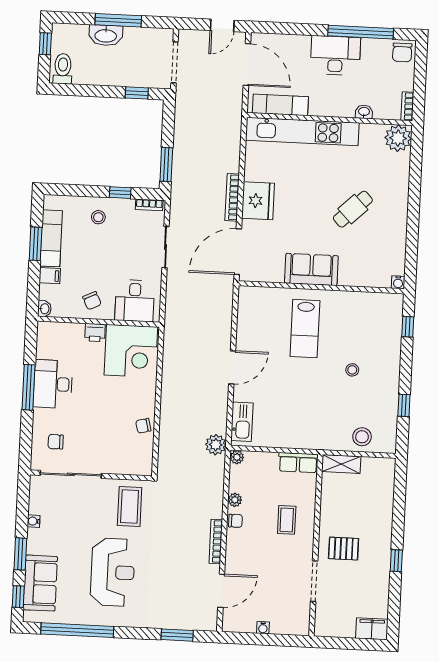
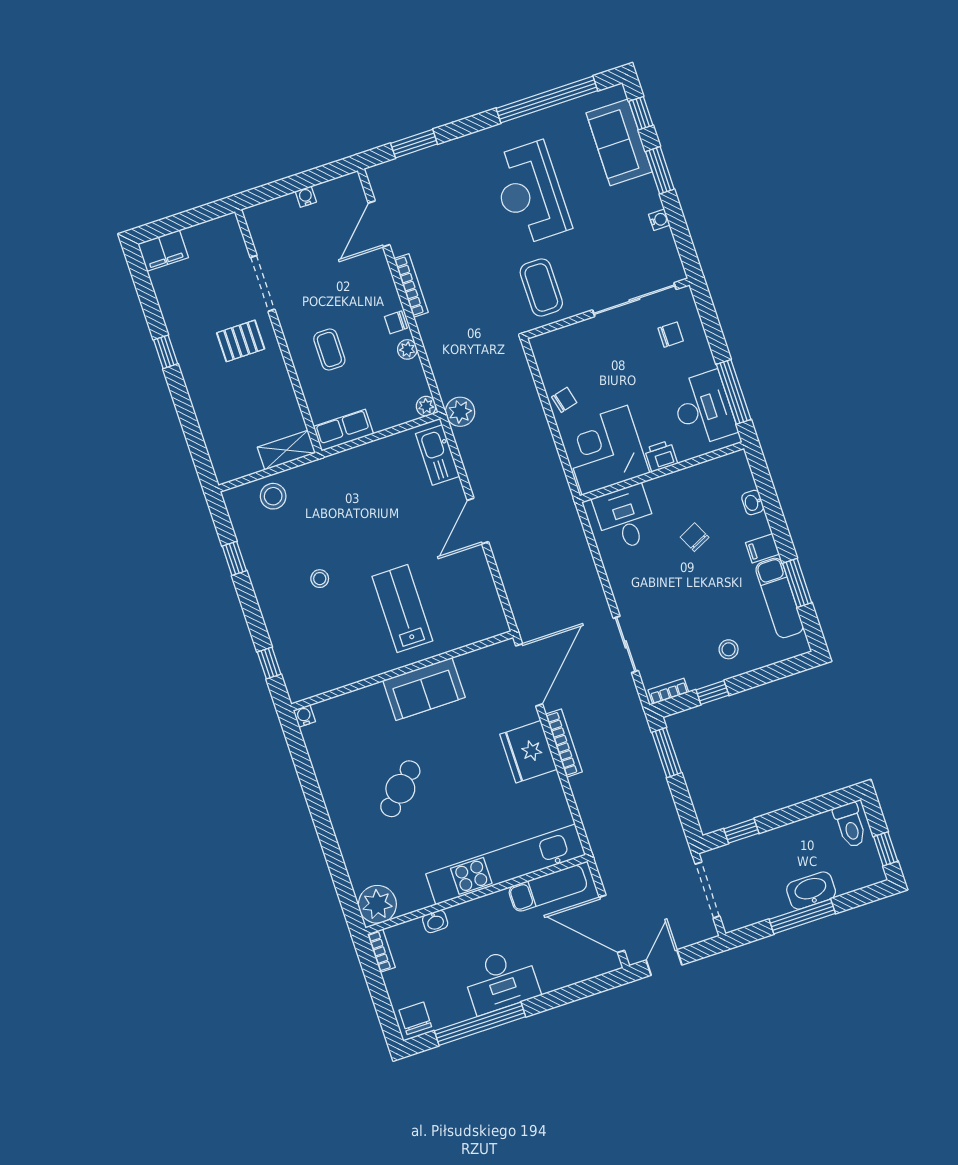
desk: (135, 301) -> (625, 518), moved
wall: (98, 322) -> (662, 472), moved
printer: (95, 333) -> (661, 456), moved
corner desk: (131, 351) -> (605, 450), moved

